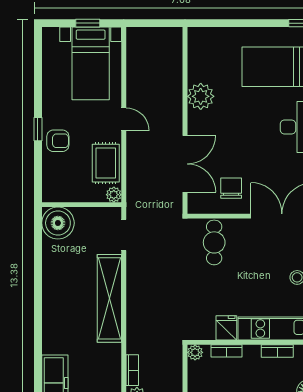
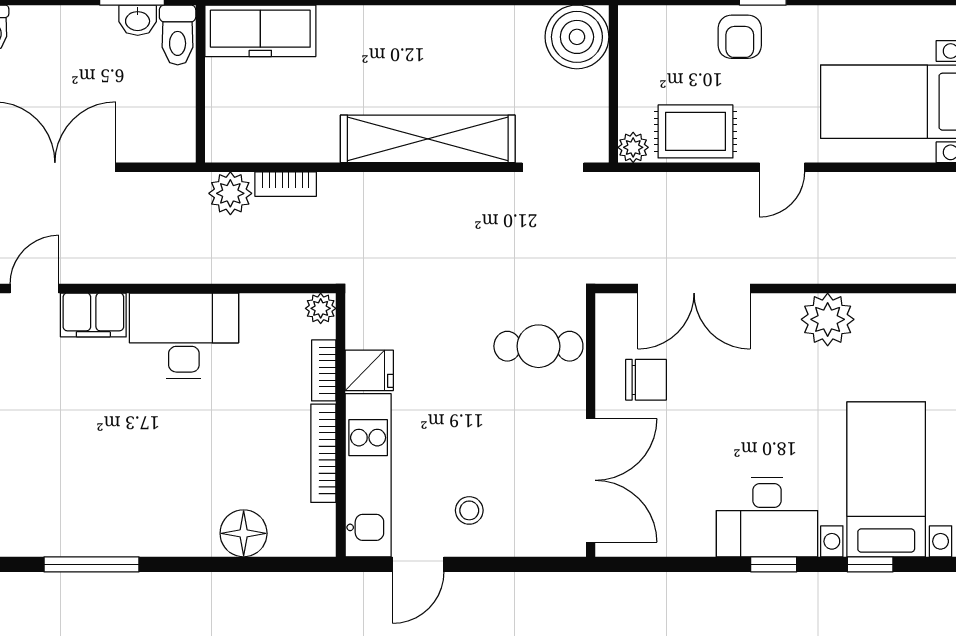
bookcase: (277, 351) -> (323, 453), width x1.56

